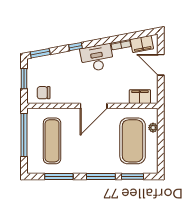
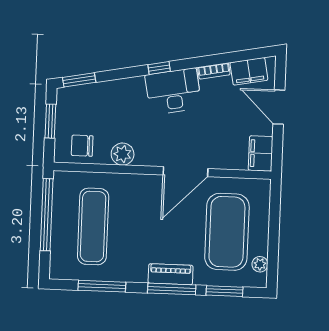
window: (75, 47) -> (159, 68), moved
plant: (68, 97) -> (123, 154), added
filing cabinet: (140, 97) -> (261, 153), moved, turned -90
door: (94, 106) -> (185, 172), moved
plant: (153, 128) -> (260, 264), moved
piano: (100, 168) -> (171, 274), added

